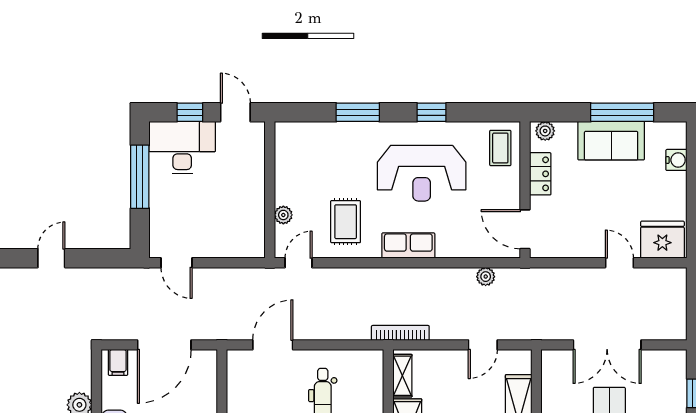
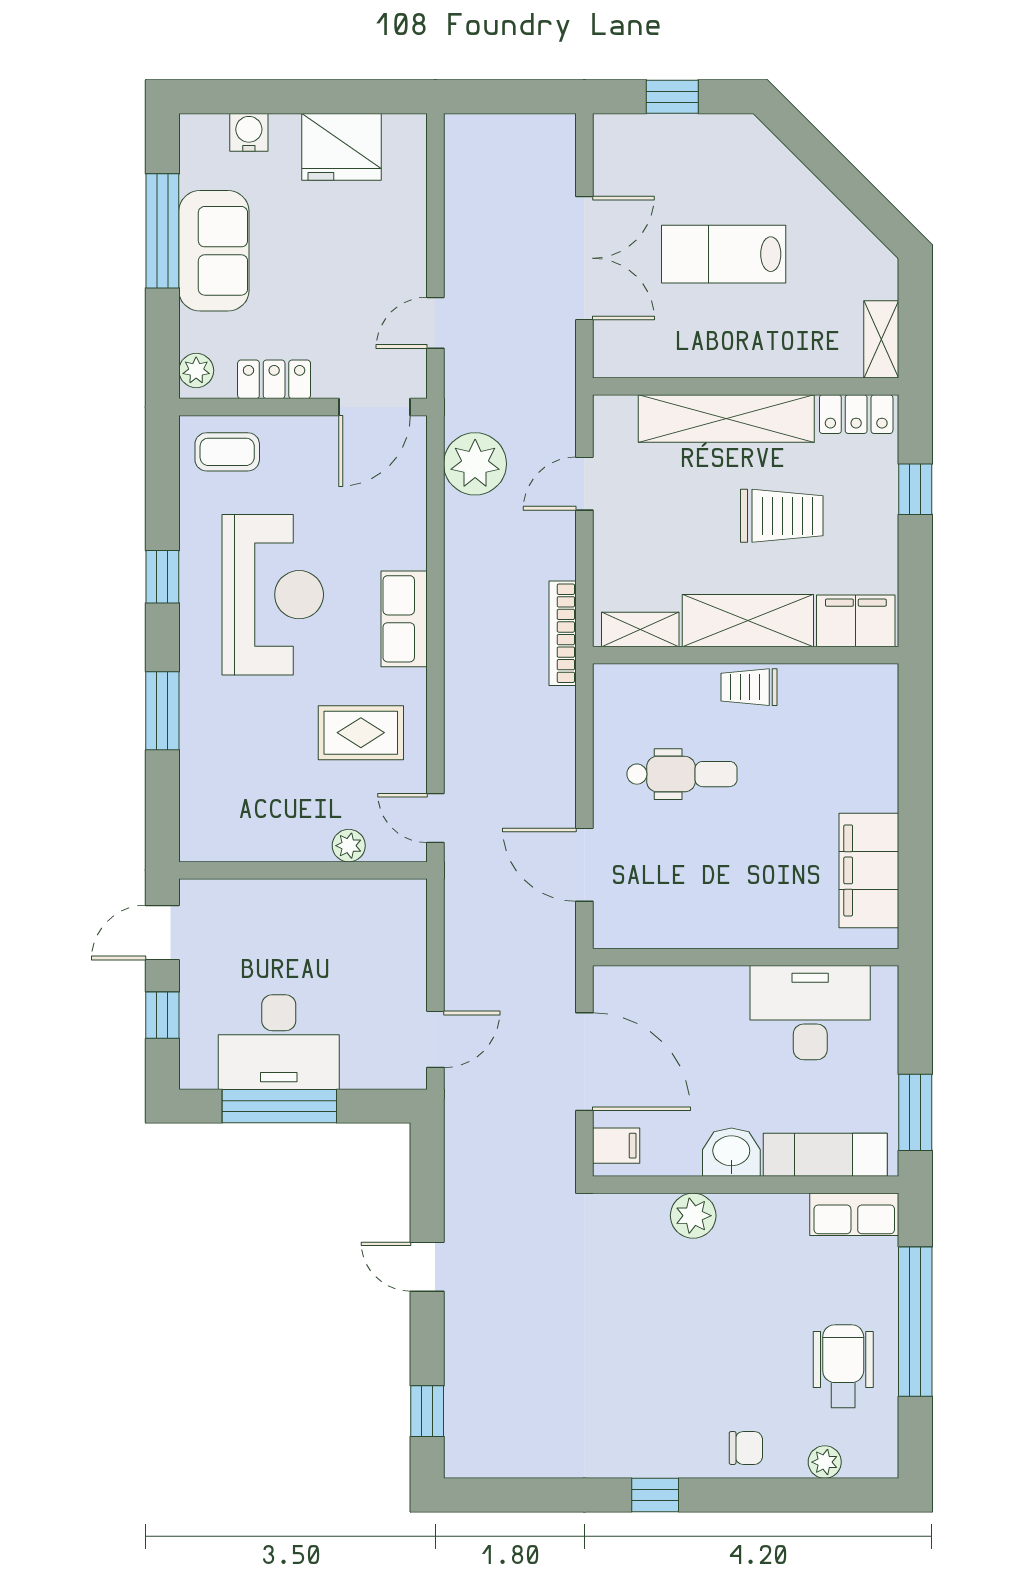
desk: (182, 148) -> (279, 1042), moved, turned -90
fridge: (662, 240) -> (341, 147), moved, turned -90
door: (619, 263) -> (435, 323), moved
plant: (486, 277) -> (475, 464), width x1.88, depth x1.88
door: (483, 345) -> (584, 484), swing flipped

